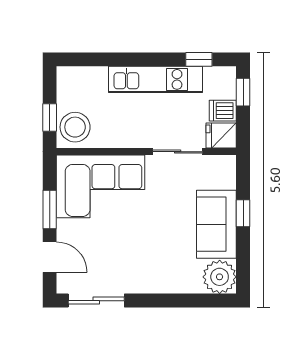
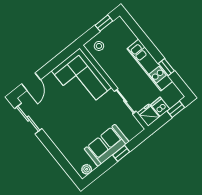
window: (199, 59) -> (166, 67), moved
window: (50, 117) -> (104, 23), moved
stool: (75, 127) -> (99, 46), width x0.53, depth x0.53
window: (50, 209) -> (52, 64), removed
plant: (220, 277) -> (87, 169), width x0.53, depth x0.53

